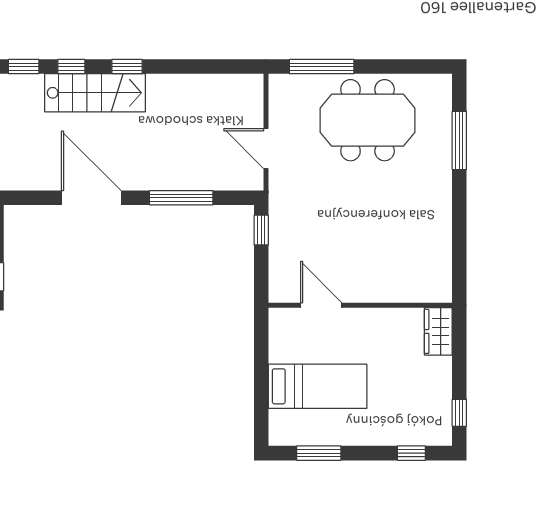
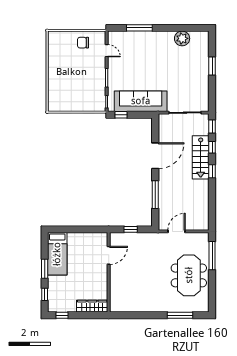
window: (261, 230) -> (131, 229), moved
wardrobe: (438, 331) -> (92, 306), width x1.50
bed: (318, 386) -> (57, 254), moved
window: (319, 453) -> (45, 269), moved

